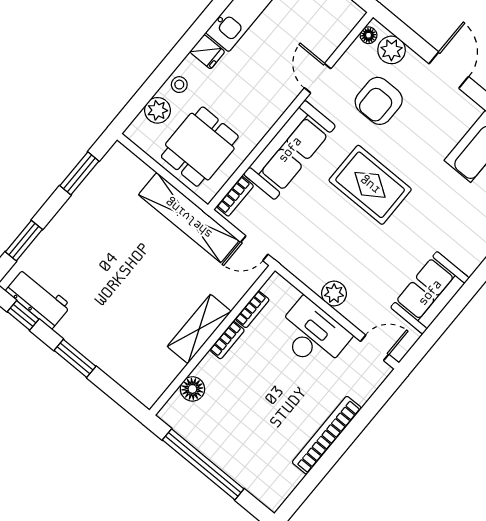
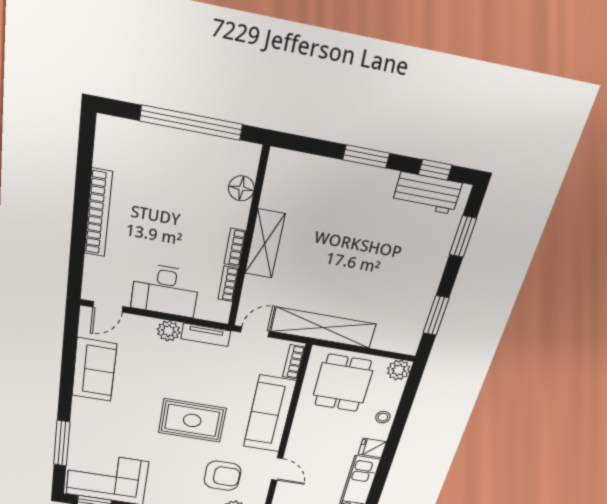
armchair: (379, 101) -> (223, 476), turned 90
plant: (158, 110) -> (399, 370), moved
tv unit: (302, 270) -> (206, 335), added

